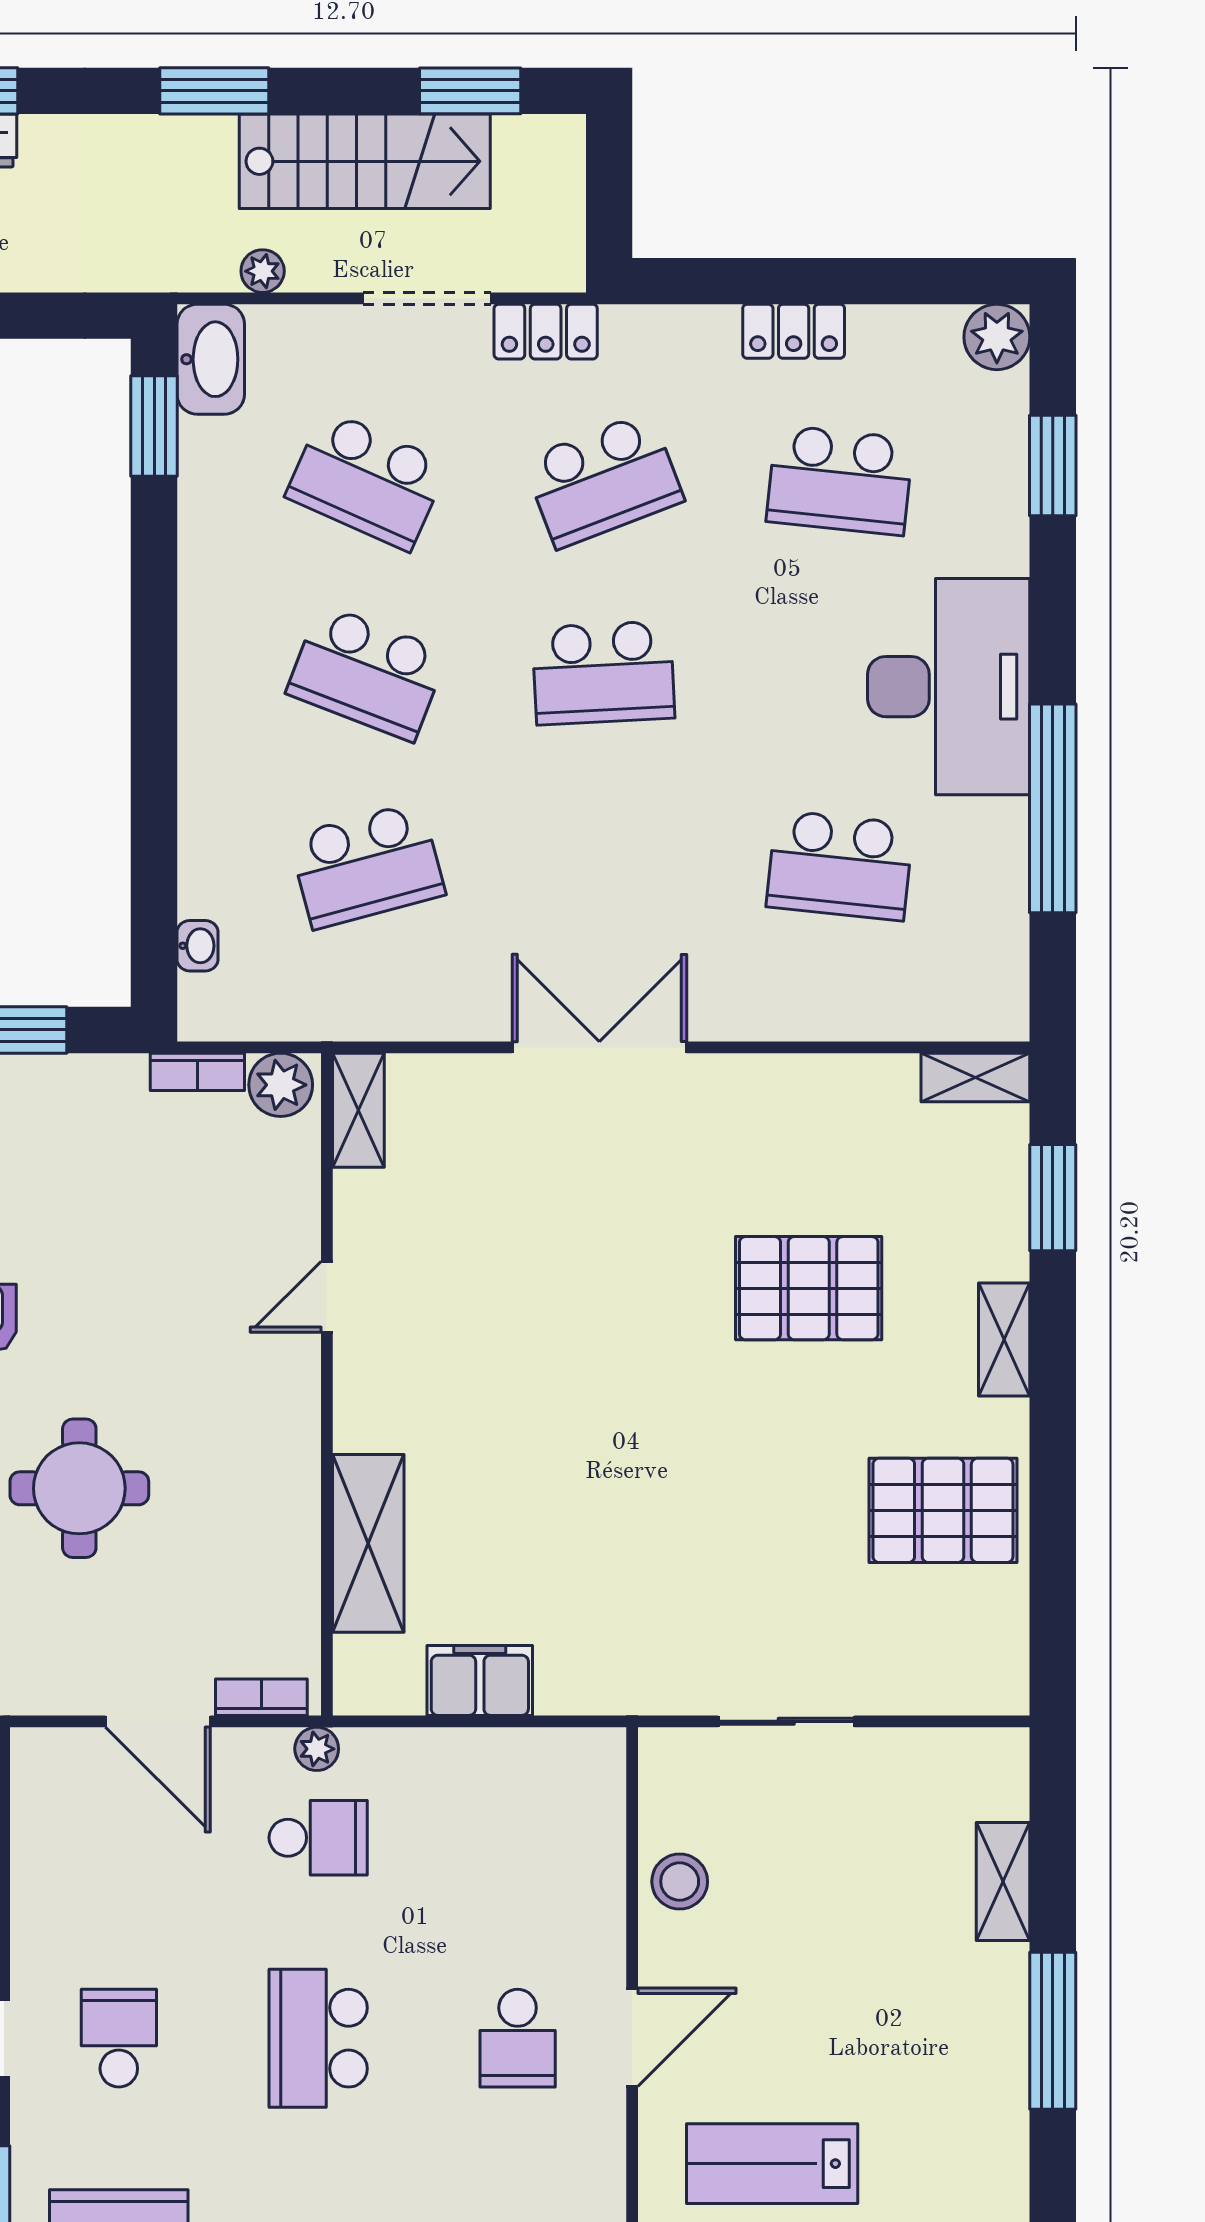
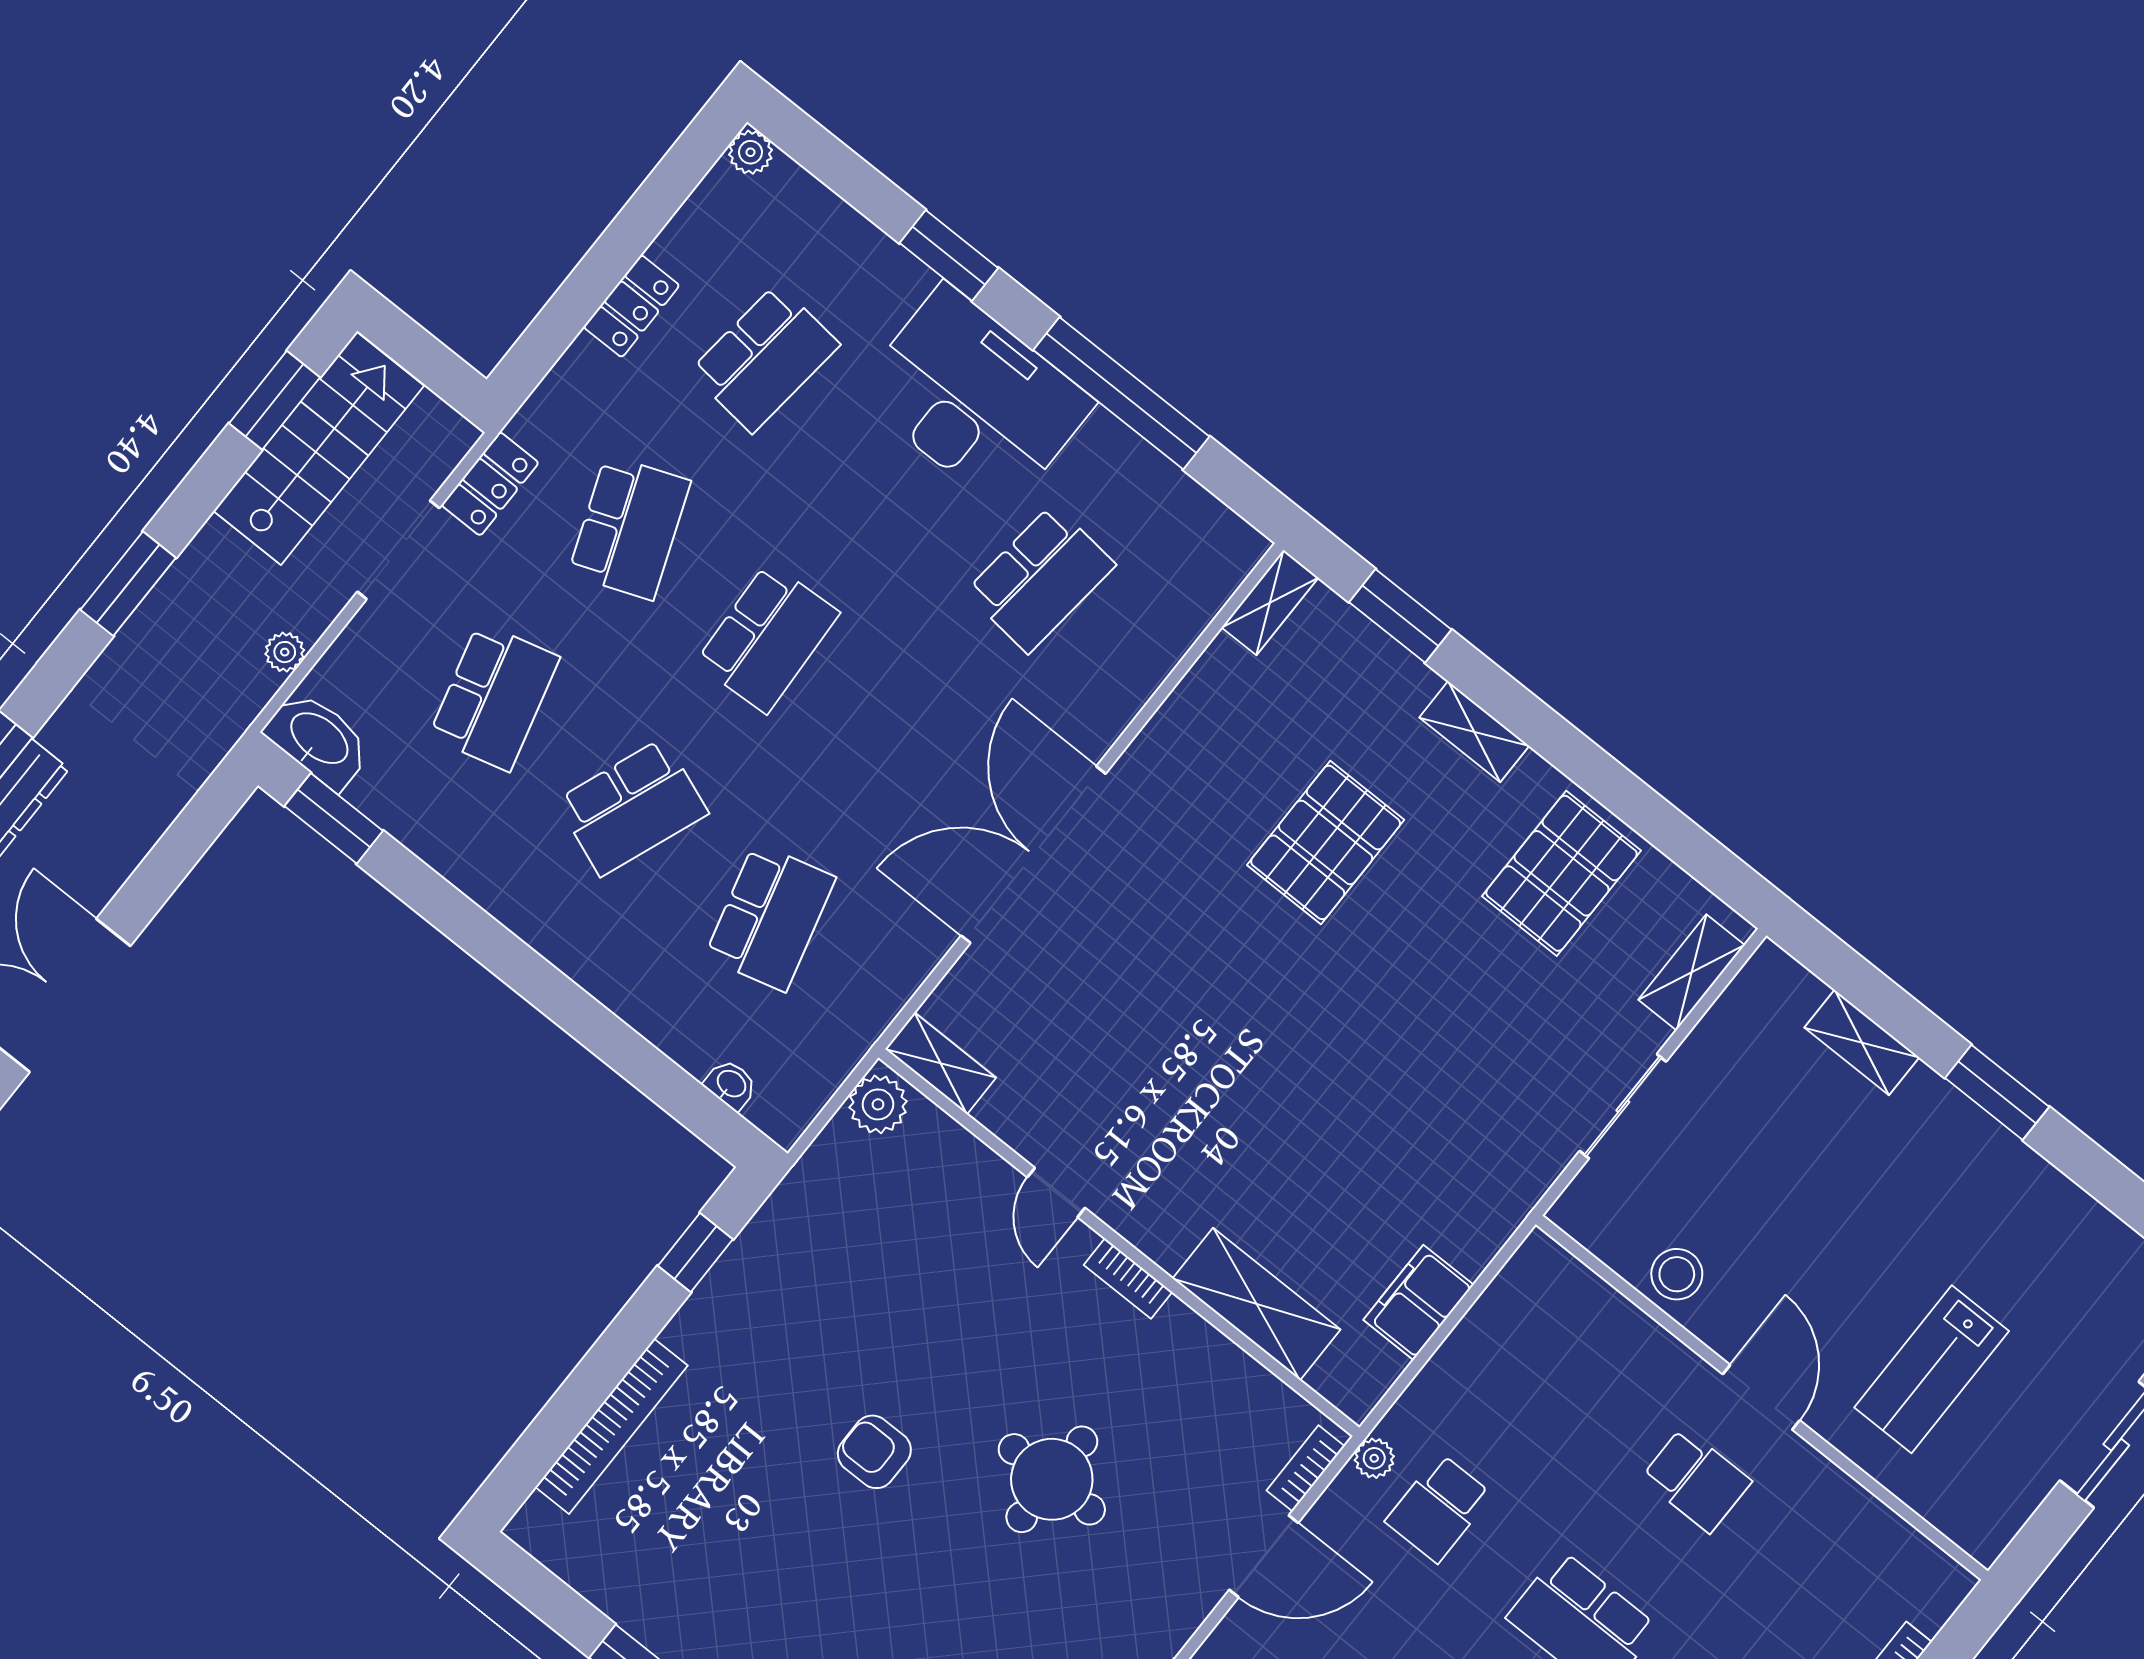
stairs: (365, 161) -> (319, 448), moved
plant: (997, 337) -> (751, 152), width x0.73, depth x0.73
window: (1053, 466) -> (949, 255), moved
school desk: (367, 480) -> (494, 697), turned -39
double door: (599, 1047) -> (1033, 855), width x1.36
bookcase: (197, 1072) -> (1128, 1279), moved, turned 90
shelving: (947, 1689) -> (1692, 972), added
school desk: (318, 1838) -> (1439, 1508), turned 180
window: (1053, 2031) -> (1997, 1092), width x0.69

